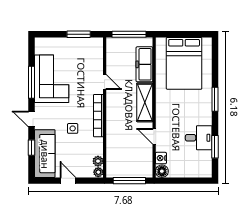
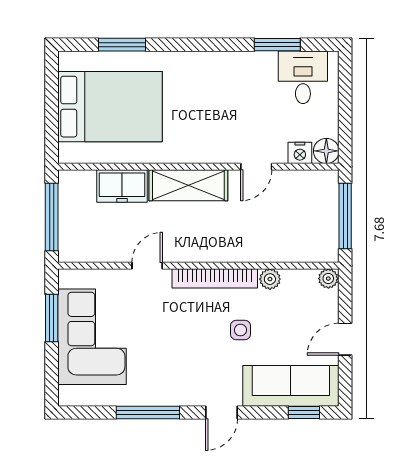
freezer: (144, 64) -> (122, 186), width x0.71
corner sofa: (52, 79) -> (92, 337), moved, turned 90
window: (215, 99) -> (122, 45), moved
desk: (199, 138) -> (303, 77), moved
window: (31, 148) -> (304, 412), moved
plant: (98, 161) -> (270, 279), moved

